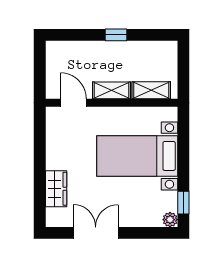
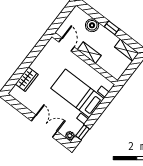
boiler: (88, 52) -> (92, 25), added
shelving: (151, 90) -> (127, 50), moved
double door: (96, 233) -> (44, 126), moved

